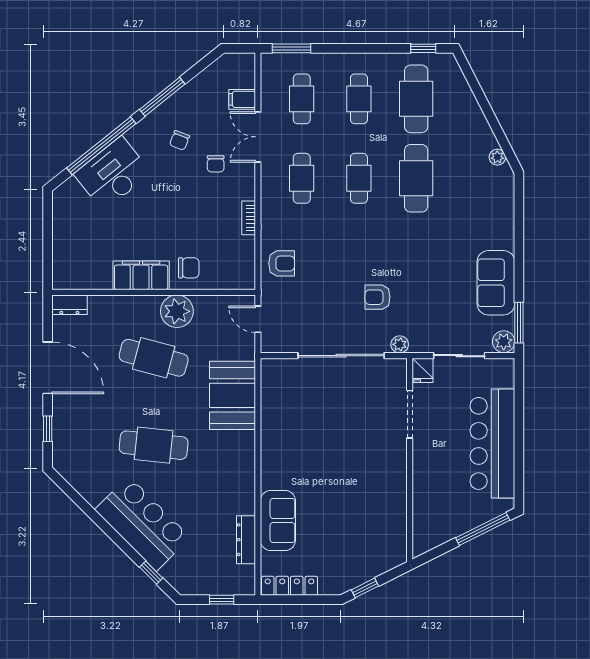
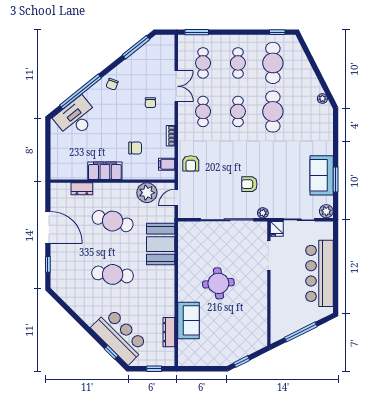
window: (162, 97) -> (136, 47), moved
filing cabinet: (242, 99) -> (167, 164), moved
double door: (258, 137) -> (176, 86), swing flipped
chair: (180, 140) -> (112, 84), moved
desk: (113, 174) -> (76, 118), moved
armchair: (282, 263) -> (191, 163), turned 90
chair: (189, 268) -> (135, 148), moved
dresser: (69, 305) -> (82, 189), moved
plant: (177, 311) -> (147, 193), moved
door: (258, 319) -> (176, 198), hinge flipped
window: (519, 323) -> (336, 179), moved
round table: (327, 460) -> (218, 283), added
bar counter: (143, 524) -> (120, 336), moved
window: (483, 529) -> (301, 332), moved
locker: (289, 586) -> (196, 360), removed

